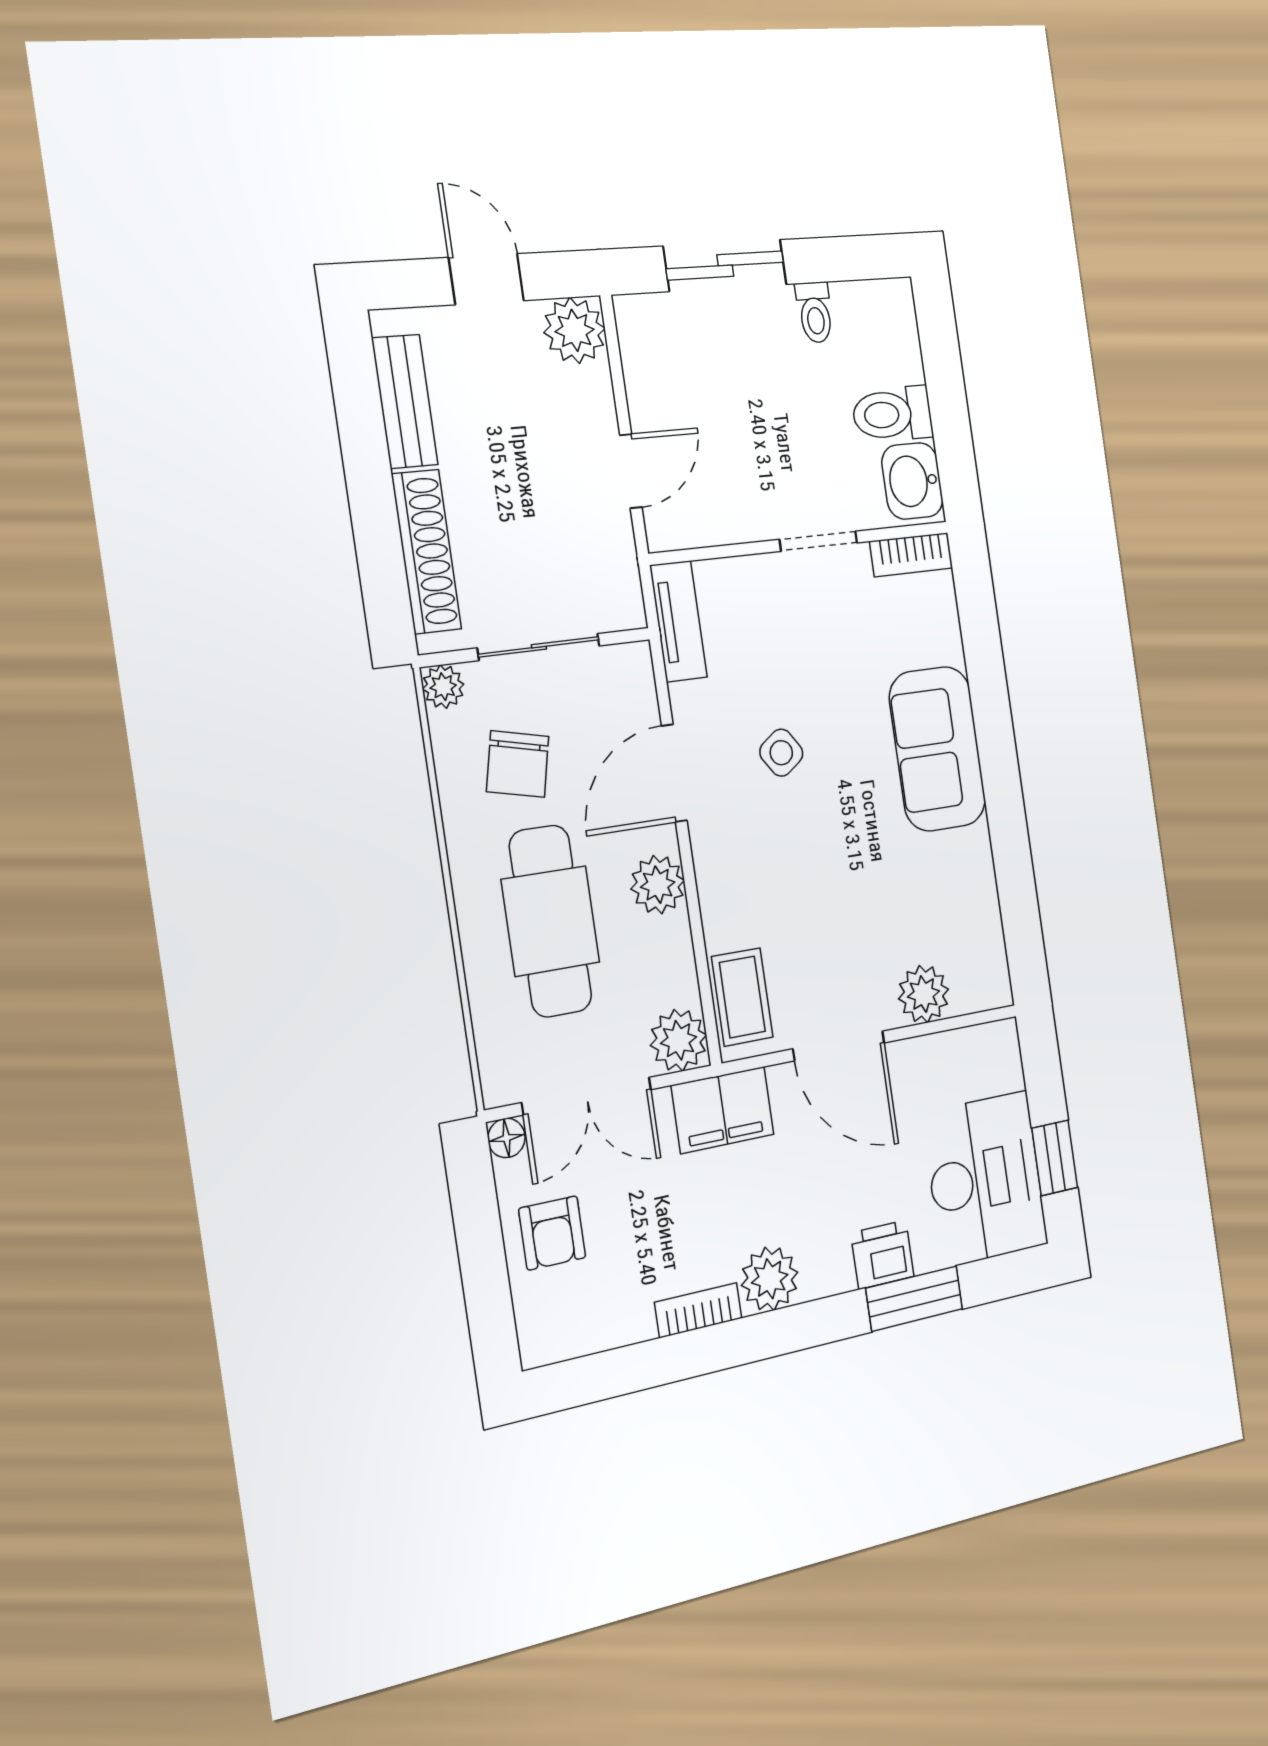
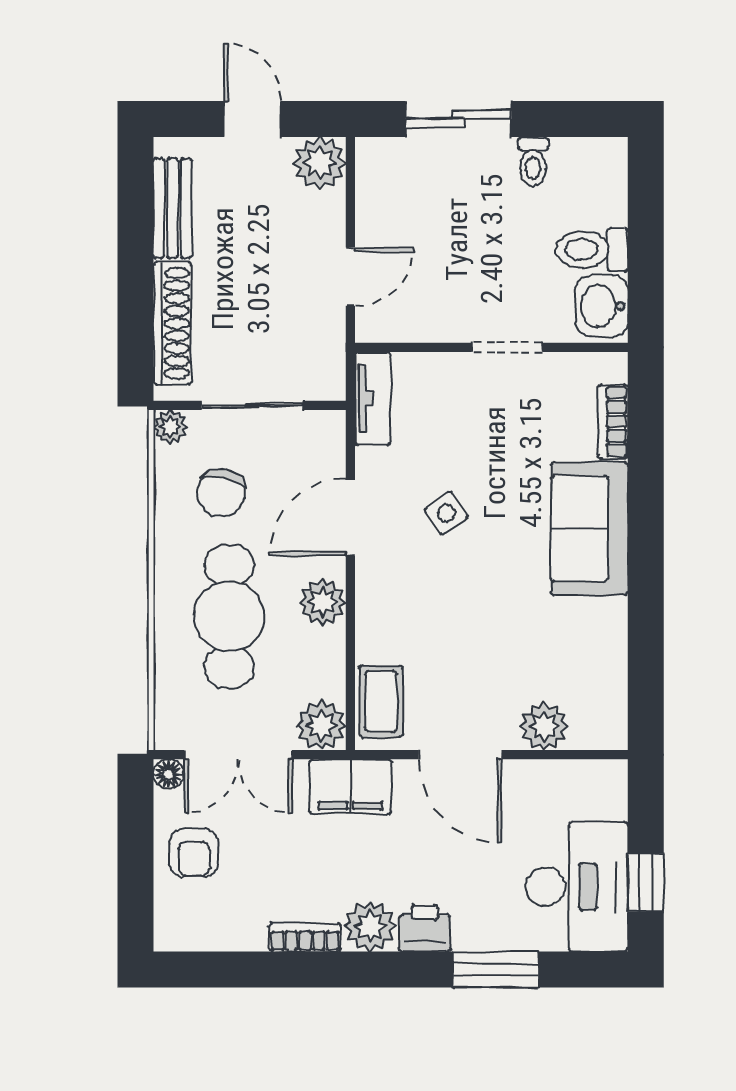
bookcase: (911, 555) -> (613, 421), moved, turned 90
printer: (882, 1255) -> (425, 928), moved

